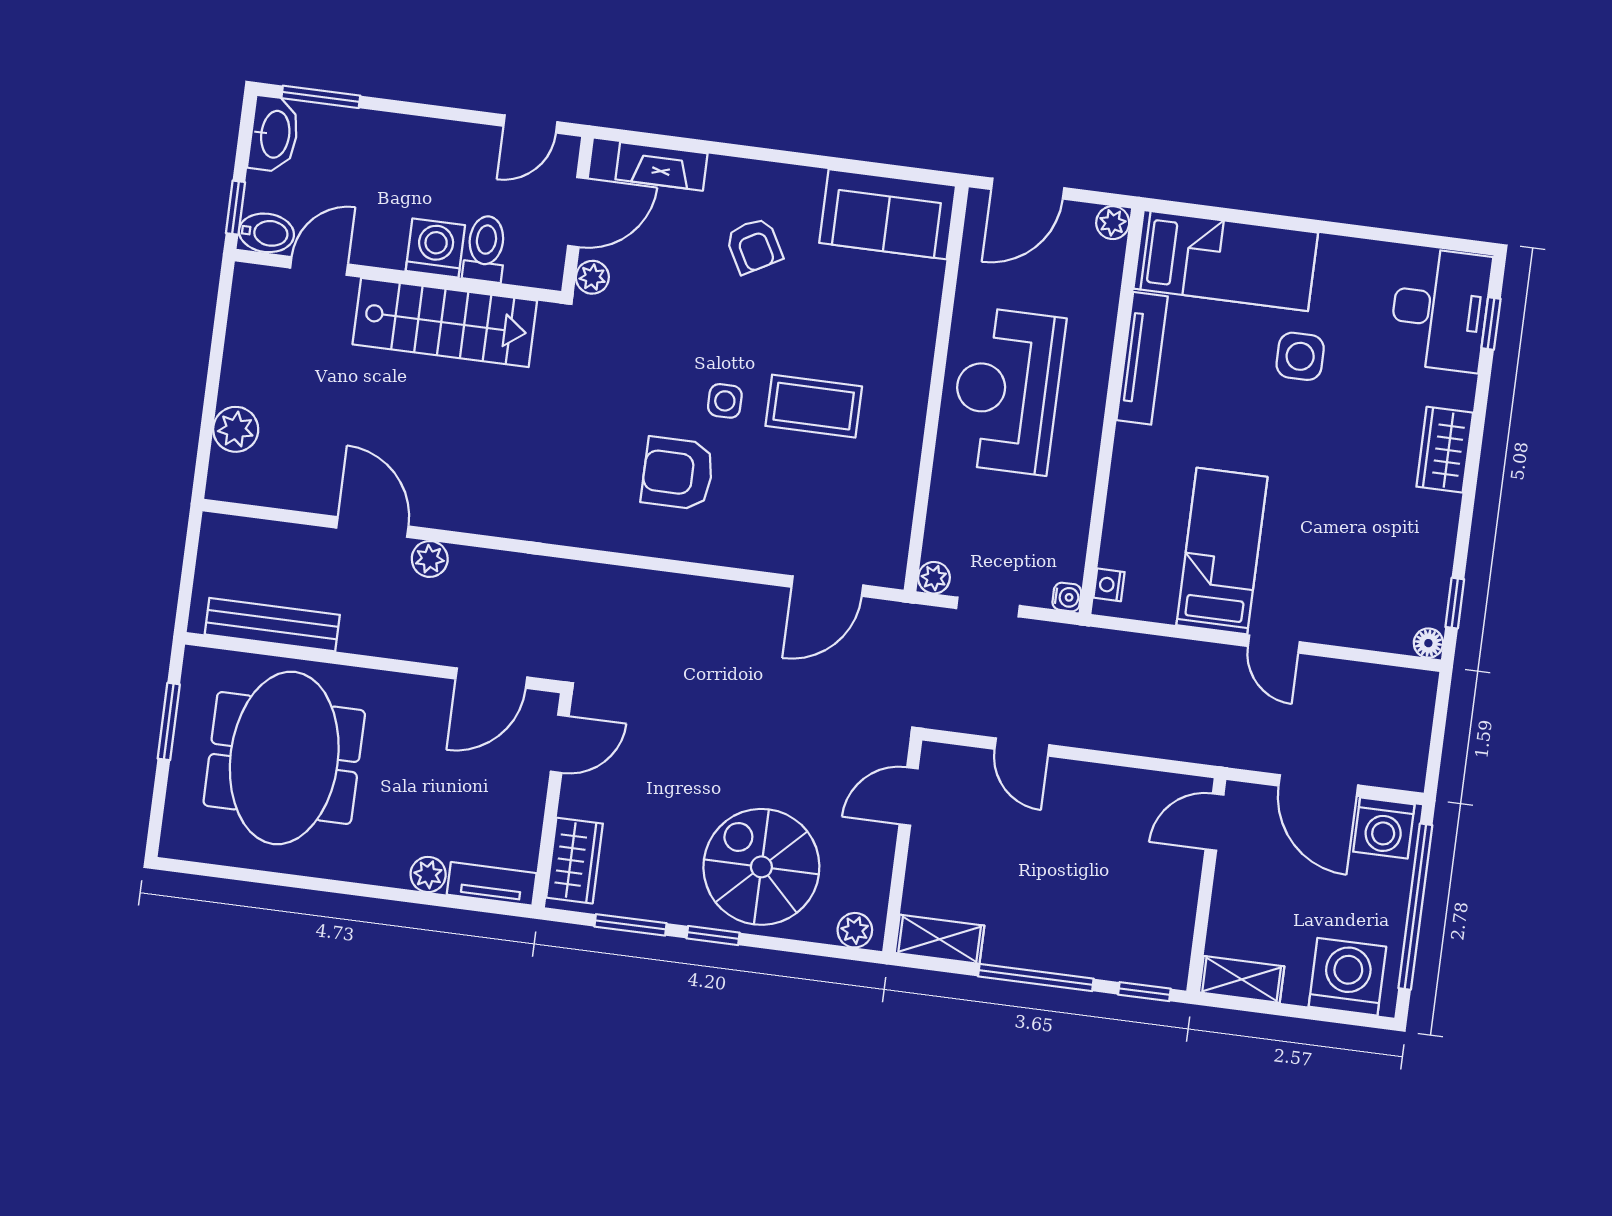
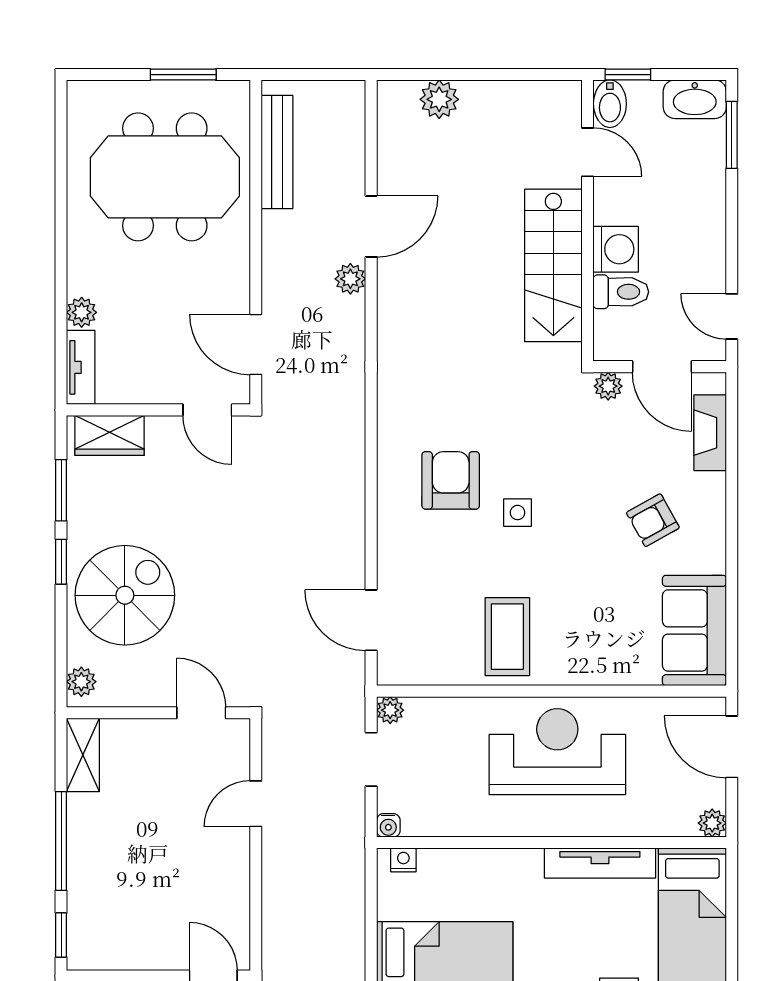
coffee table: (814, 406) -> (507, 637), moved

